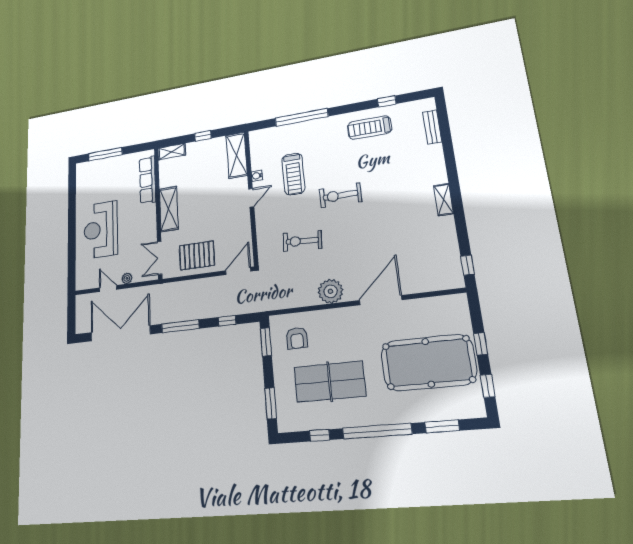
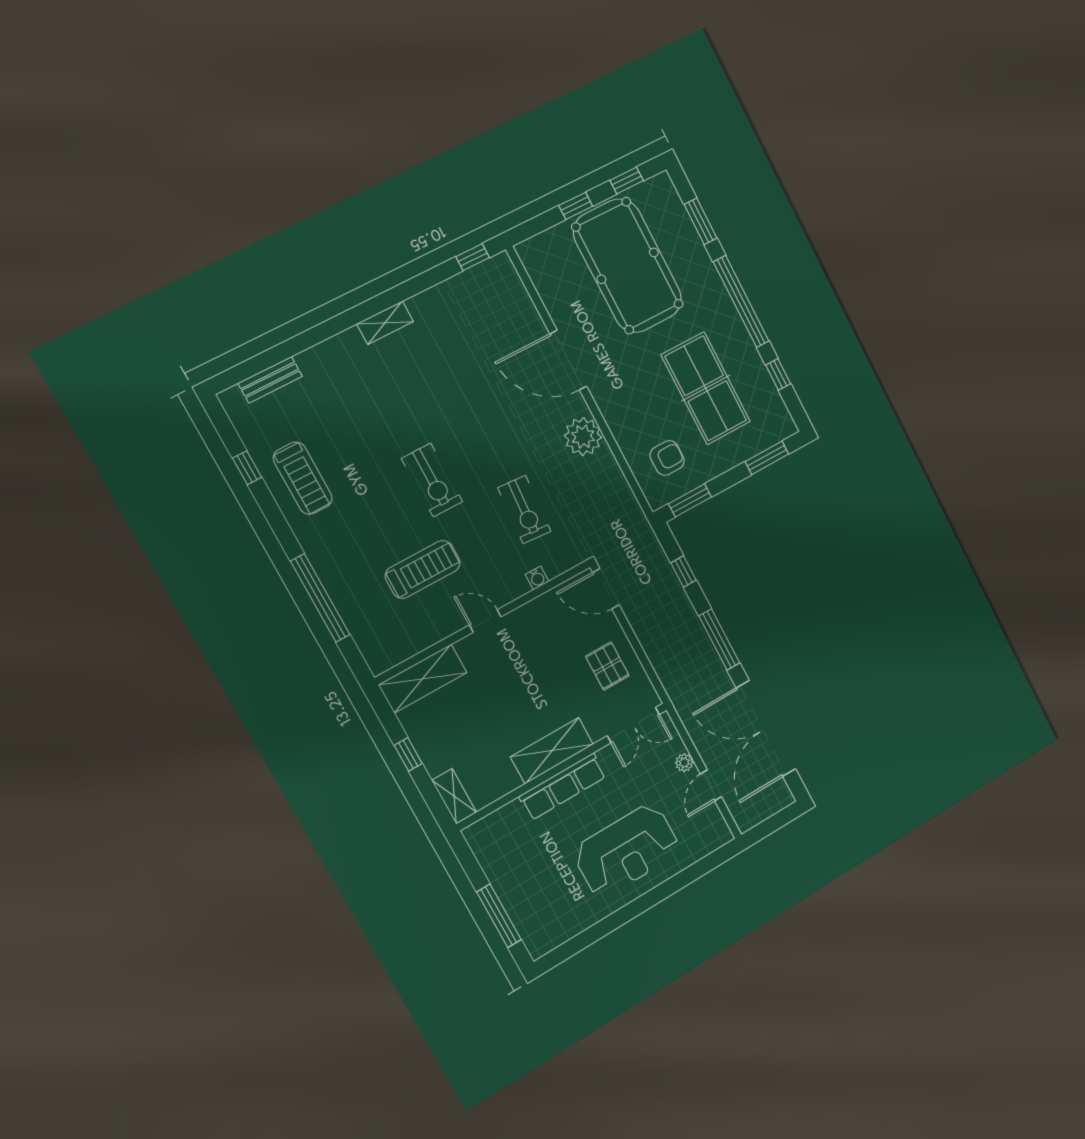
water cooler: (257, 176) -> (537, 578), moved
row of seats: (148, 180) -> (563, 787), moved
pallet: (197, 255) -> (607, 666), width x0.67, depth x0.71

